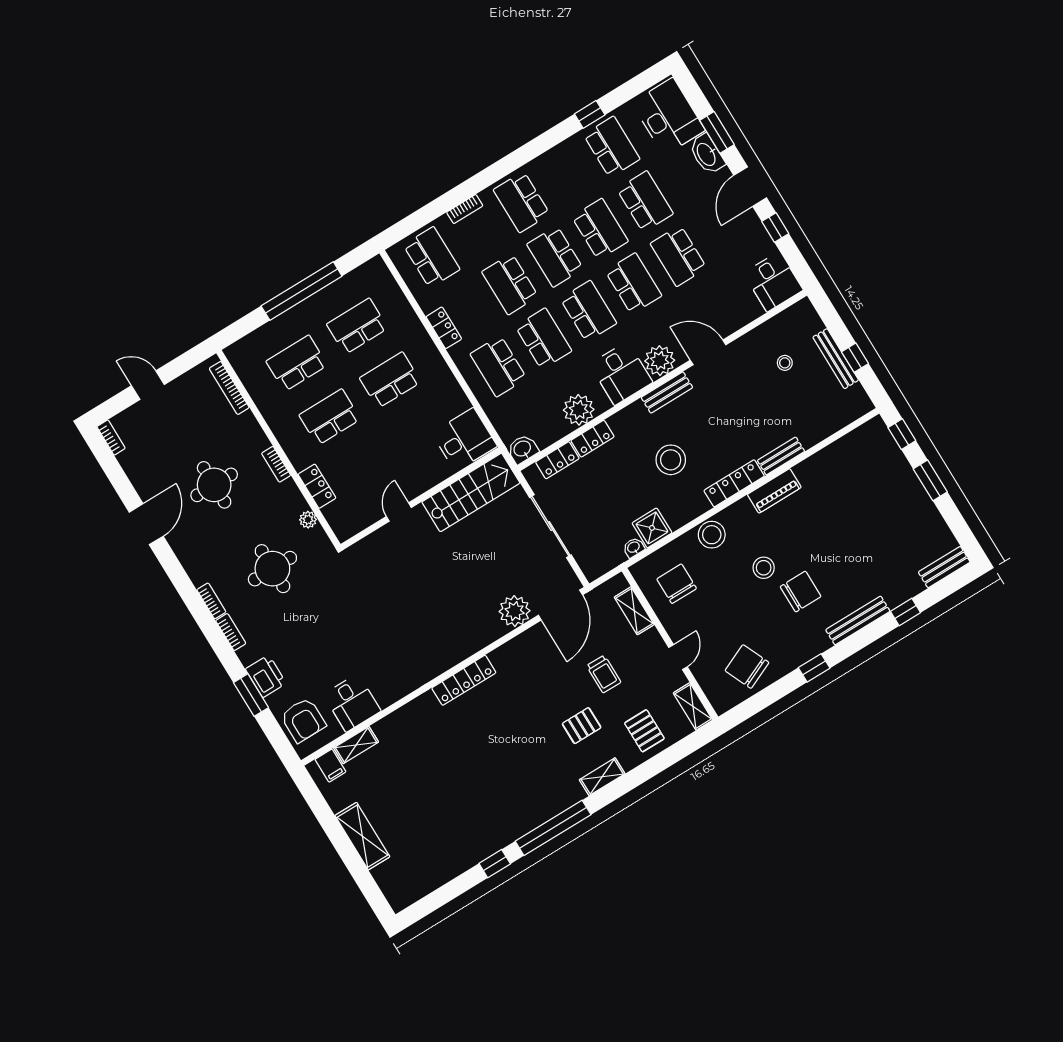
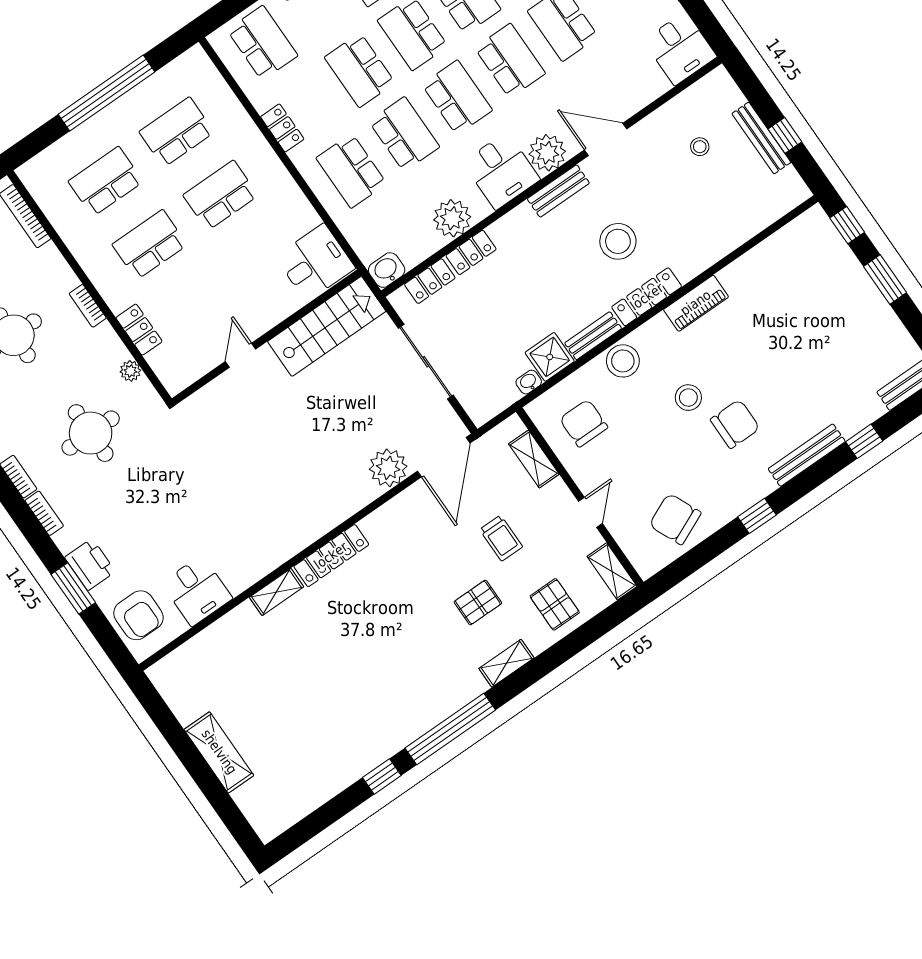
bench: (781, 456) -> (593, 336), moved
stool: (671, 460) -> (618, 241), moved
shelving: (356, 745) -> (276, 592), moved
filing cabinet: (330, 766) -> (175, 669), removed

